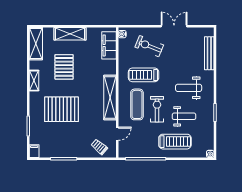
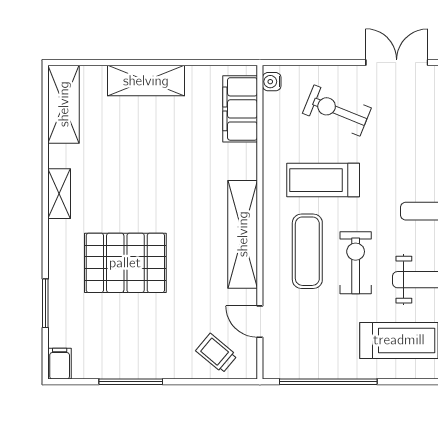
pallet: (64, 67) -> (132, 161), removed
door: (117, 134) -> (260, 322), swing flipped

